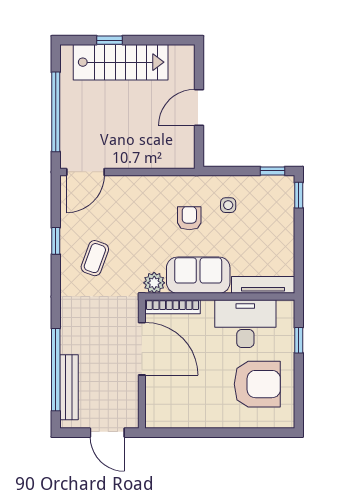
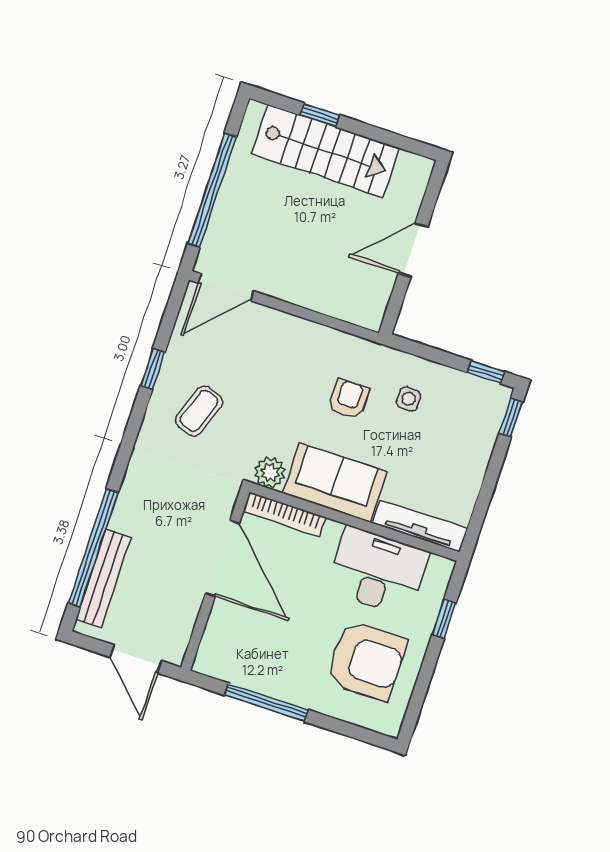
window: (201, 433) -> (266, 702), added

